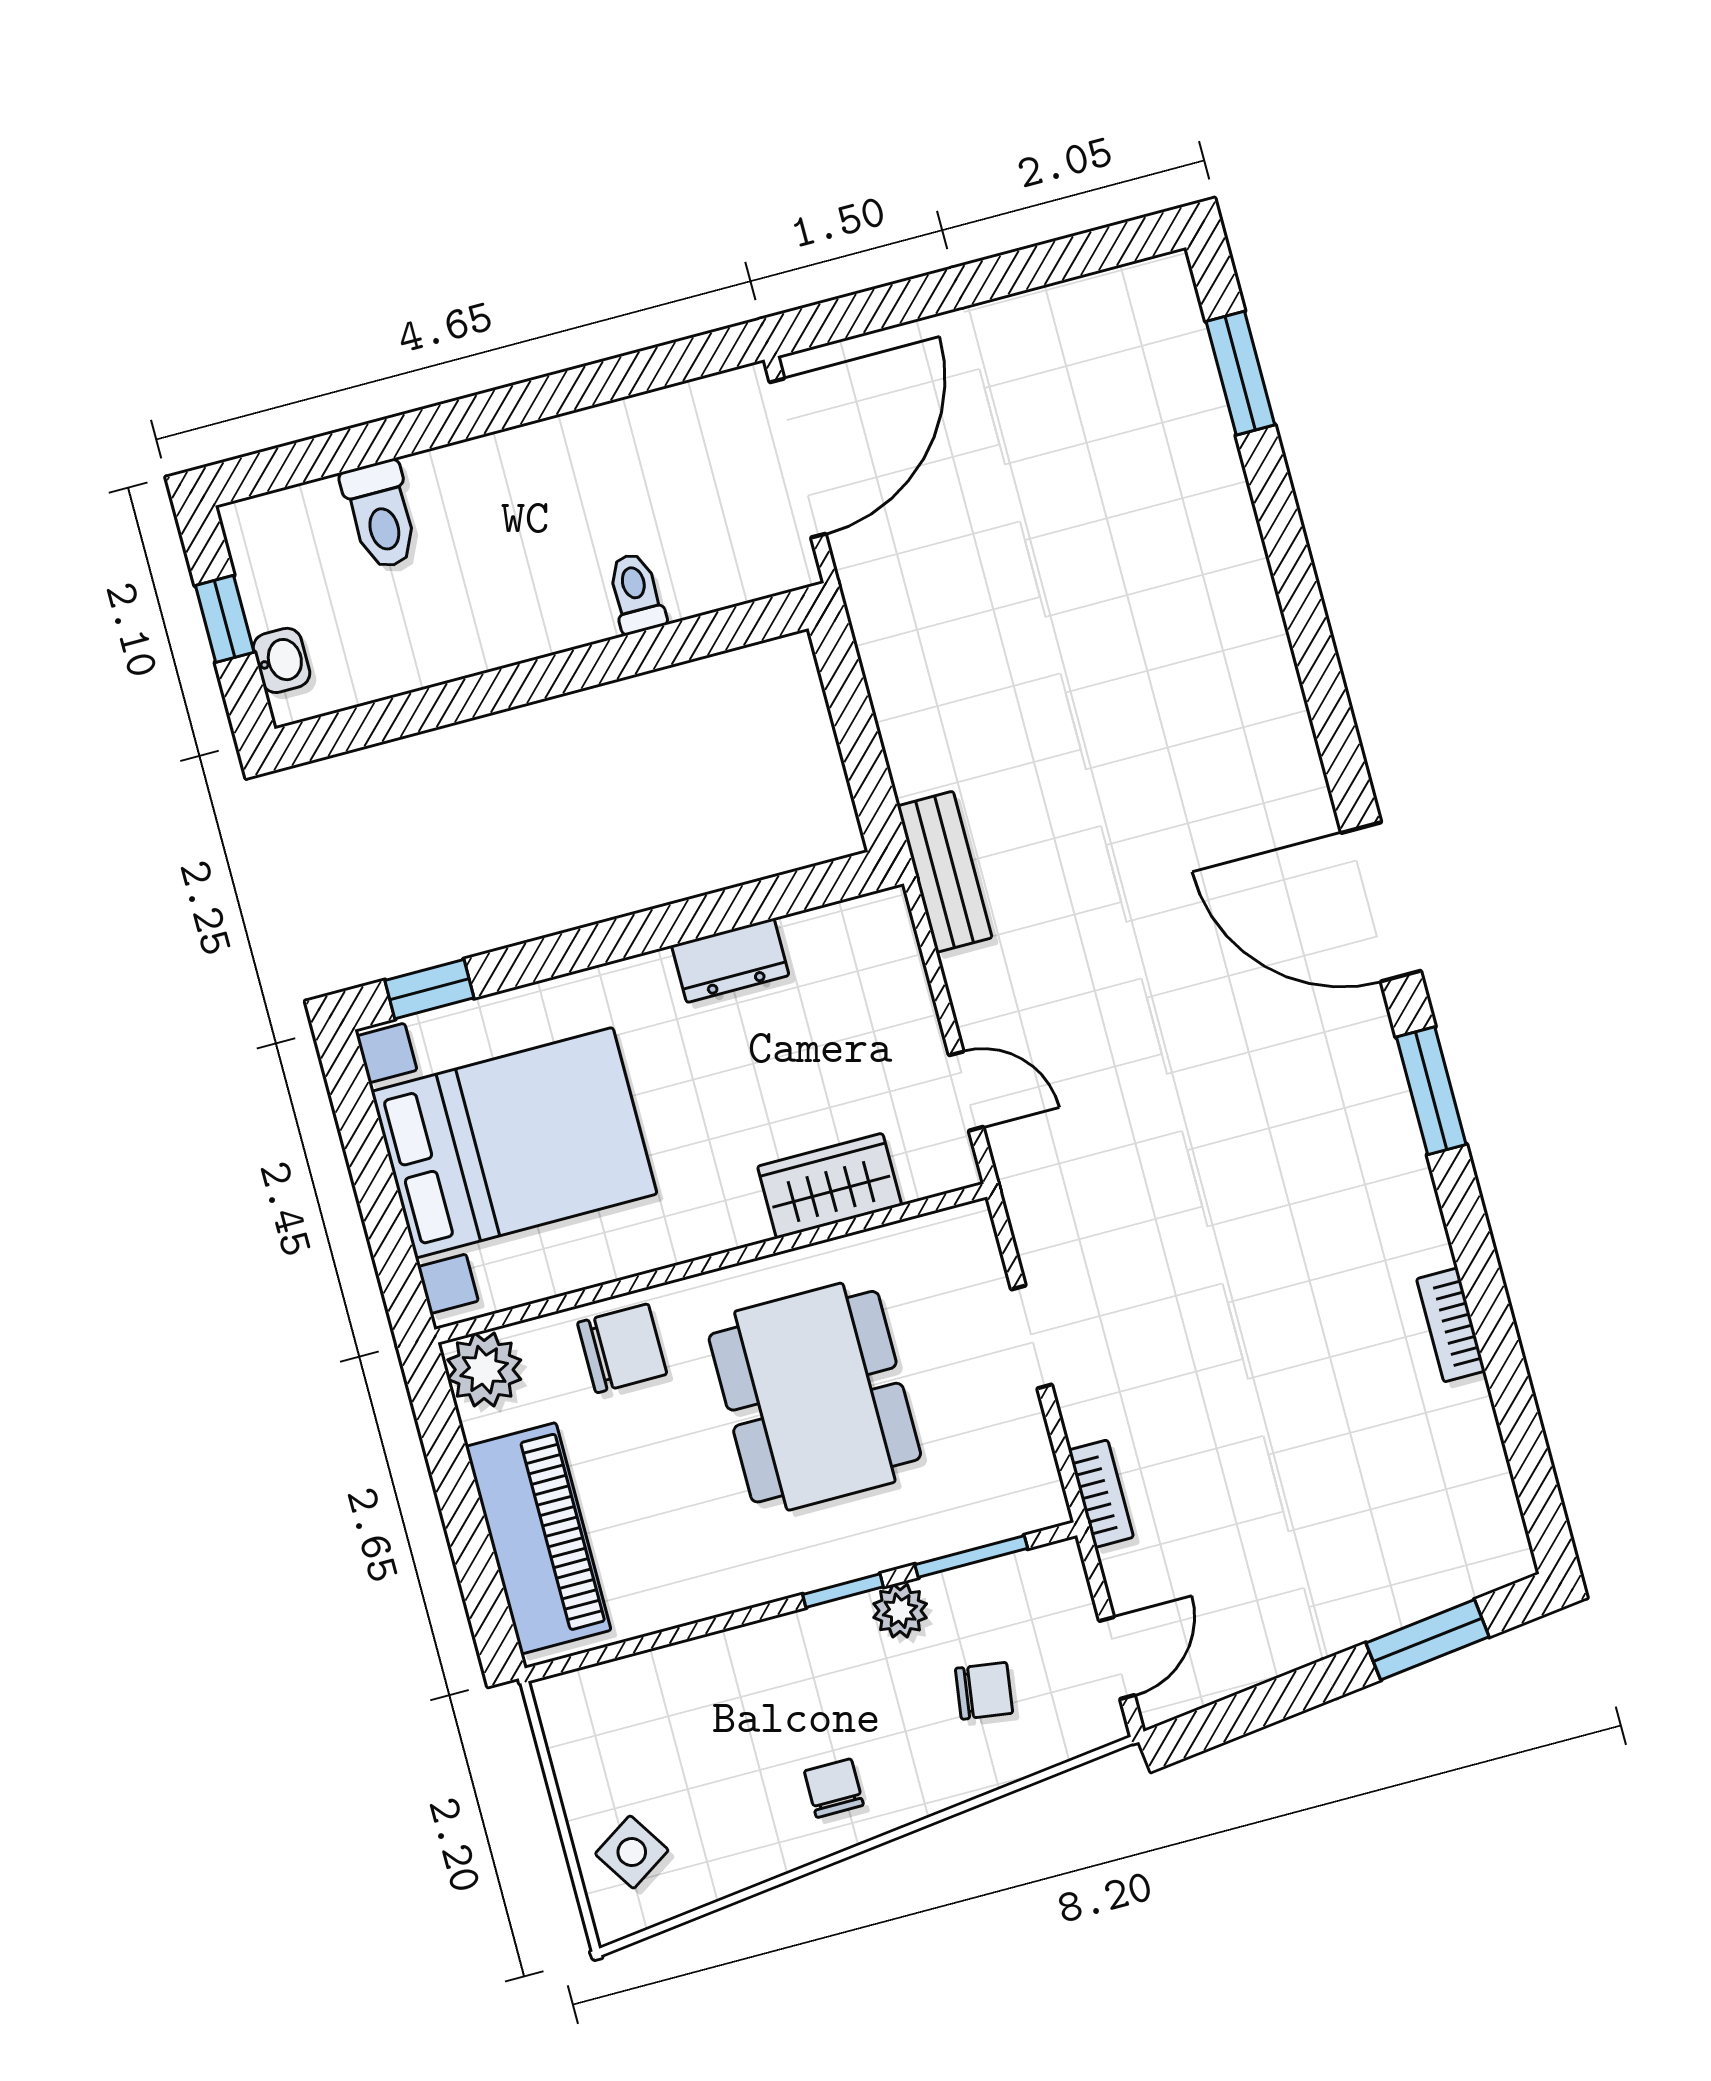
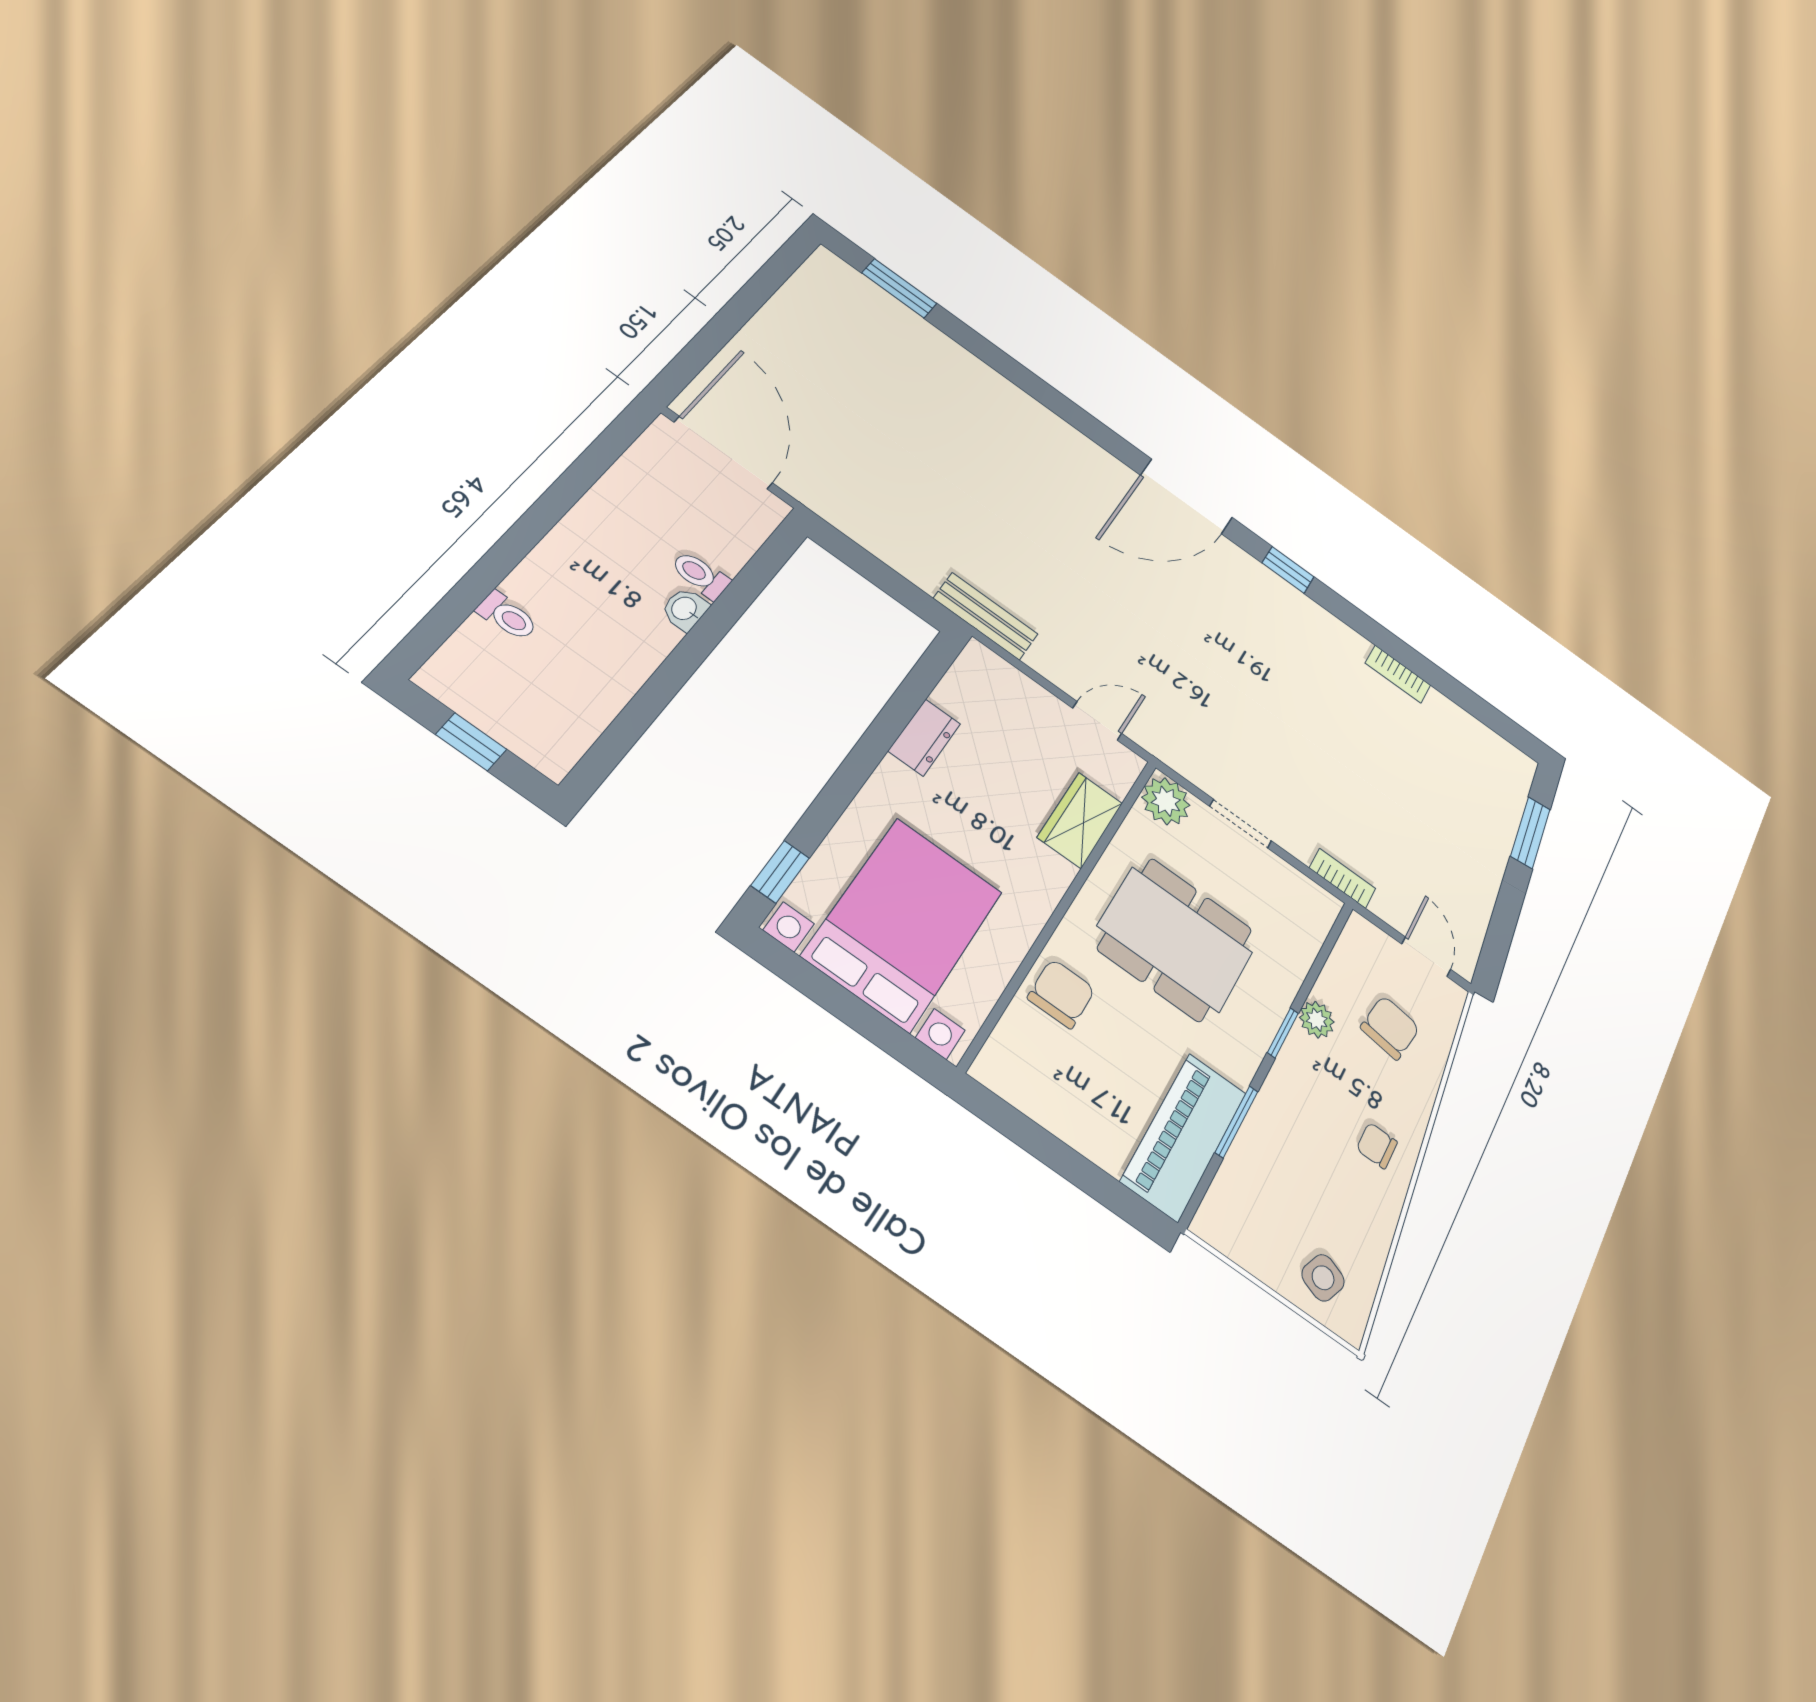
toilet: (381, 515) -> (507, 616), width x0.73, depth x0.72
washbasin: (282, 660) -> (685, 609), moved, turned -90
window: (1431, 1091) -> (1288, 570), width x0.67
plant: (484, 1370) -> (1166, 801), moved
piano: (538, 1538) -> (1184, 1137), moved, turned -90
window: (971, 1557) -> (1237, 1122), moved
chair: (984, 1691) -> (1390, 1028), width x1.37, depth x1.37
side table: (632, 1852) -> (1323, 1278), turned -36

